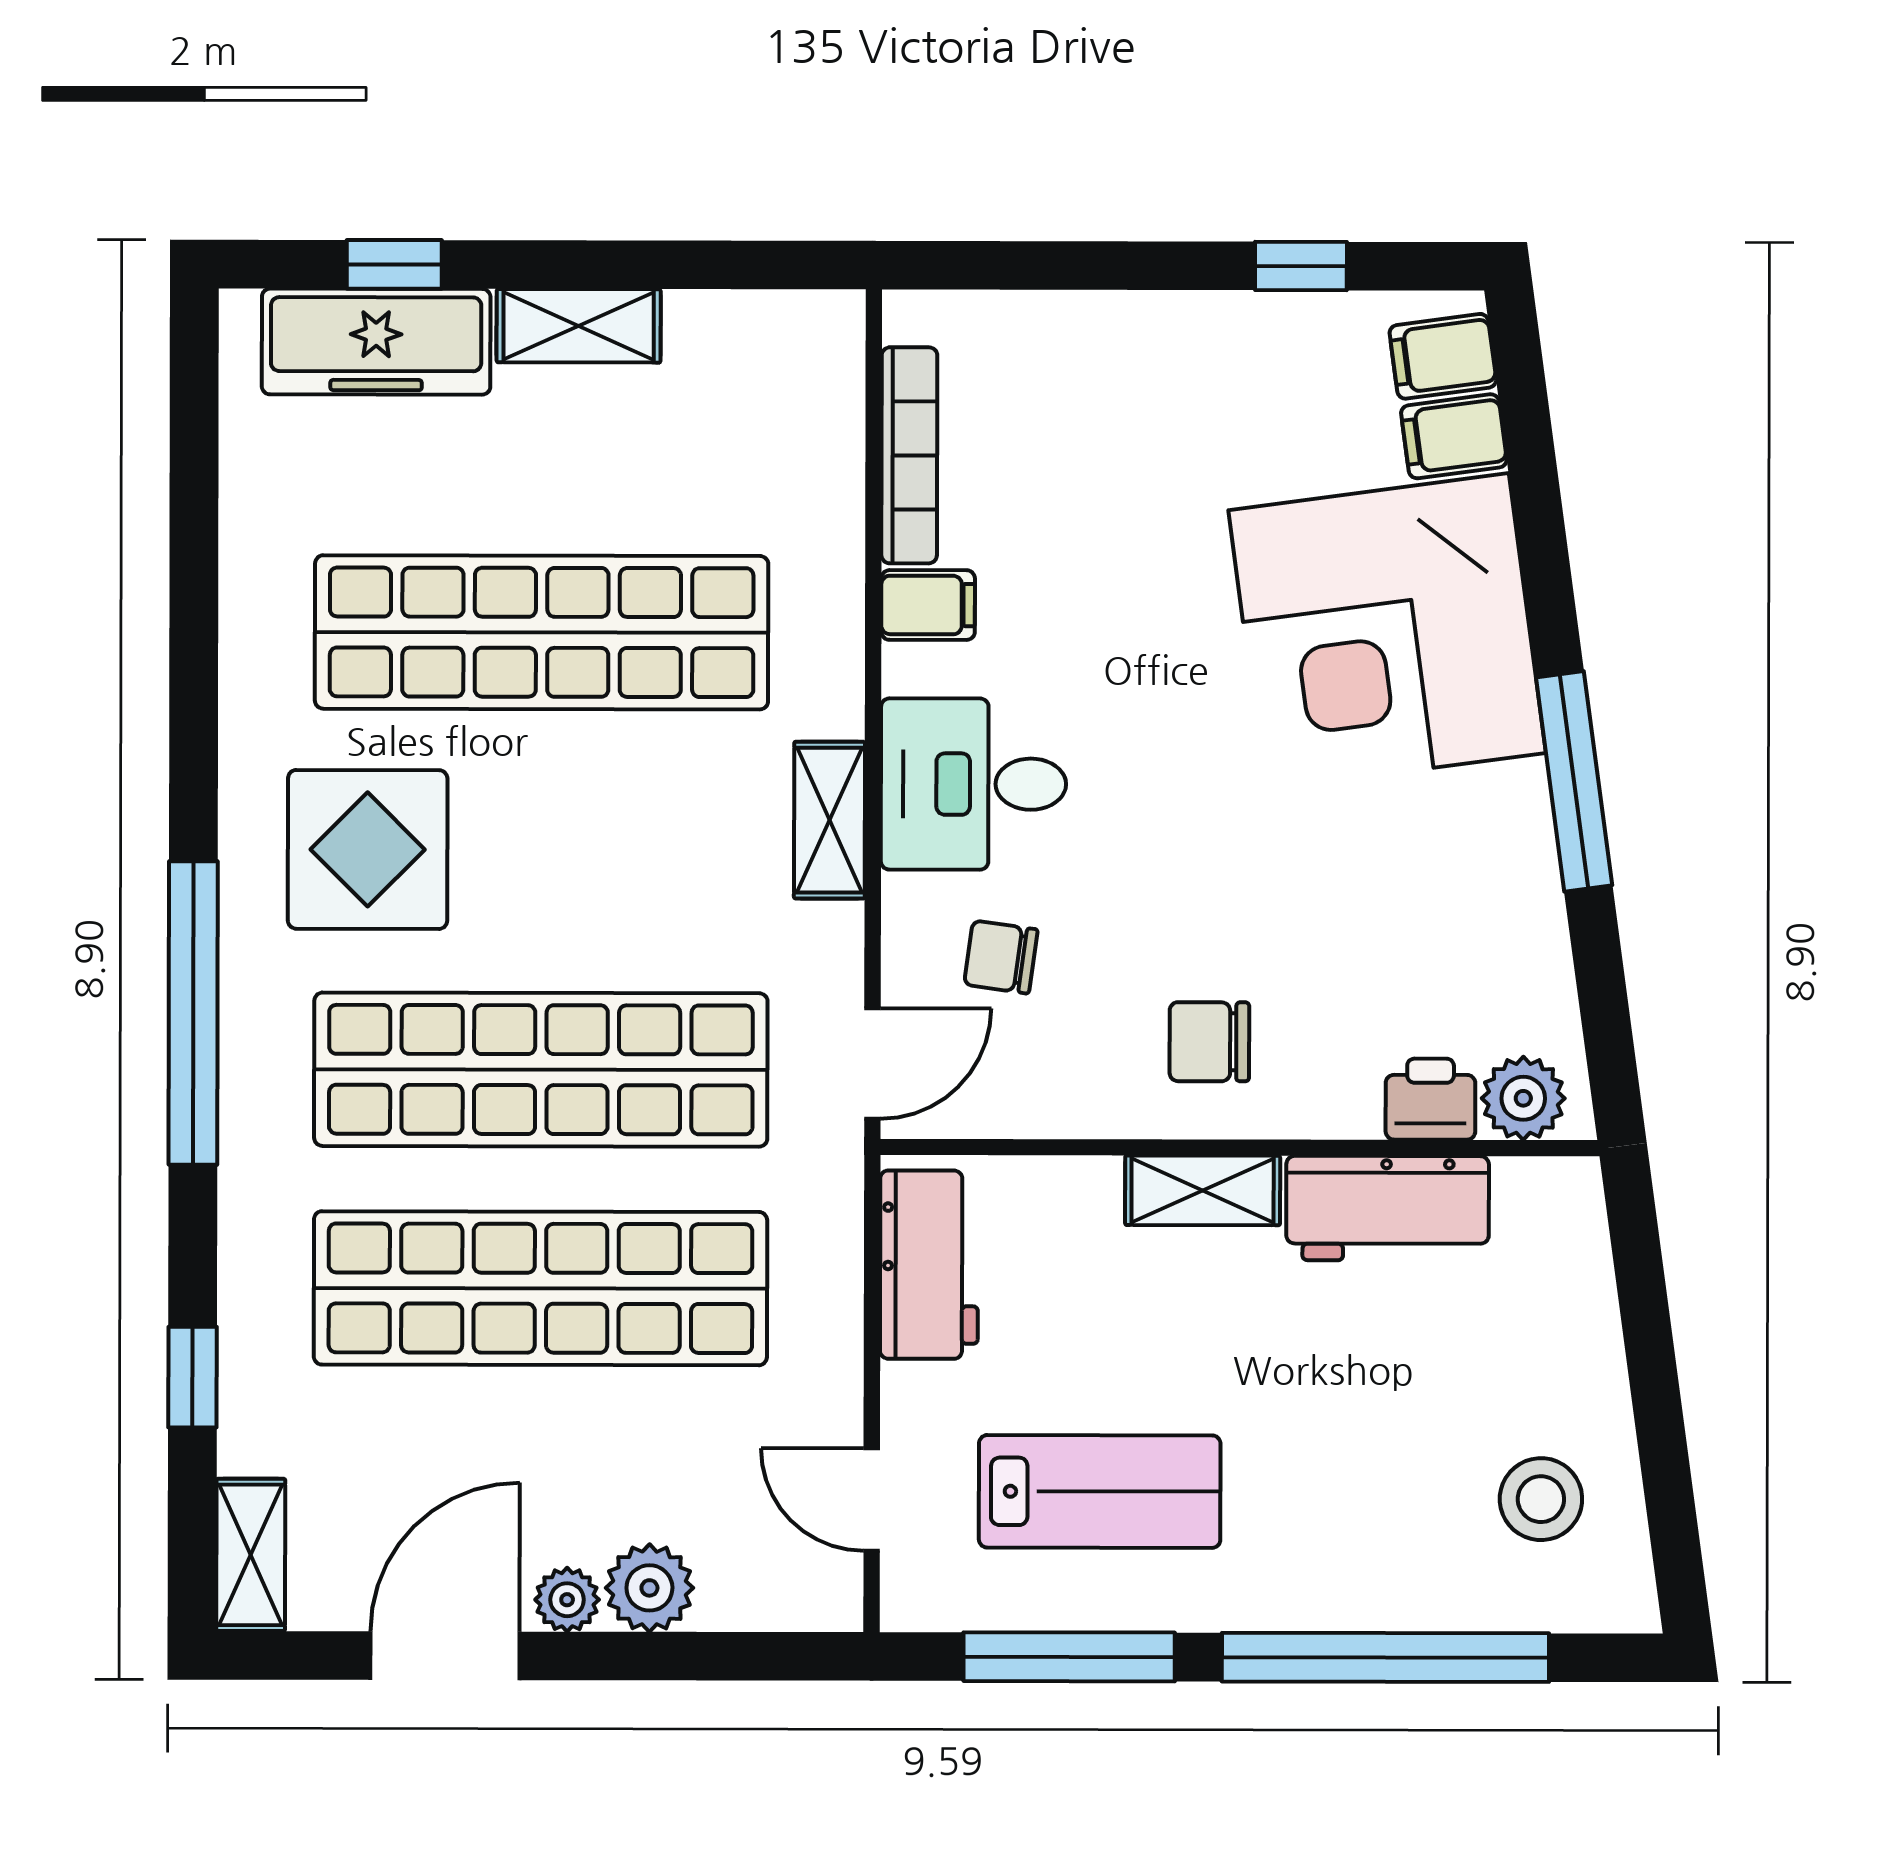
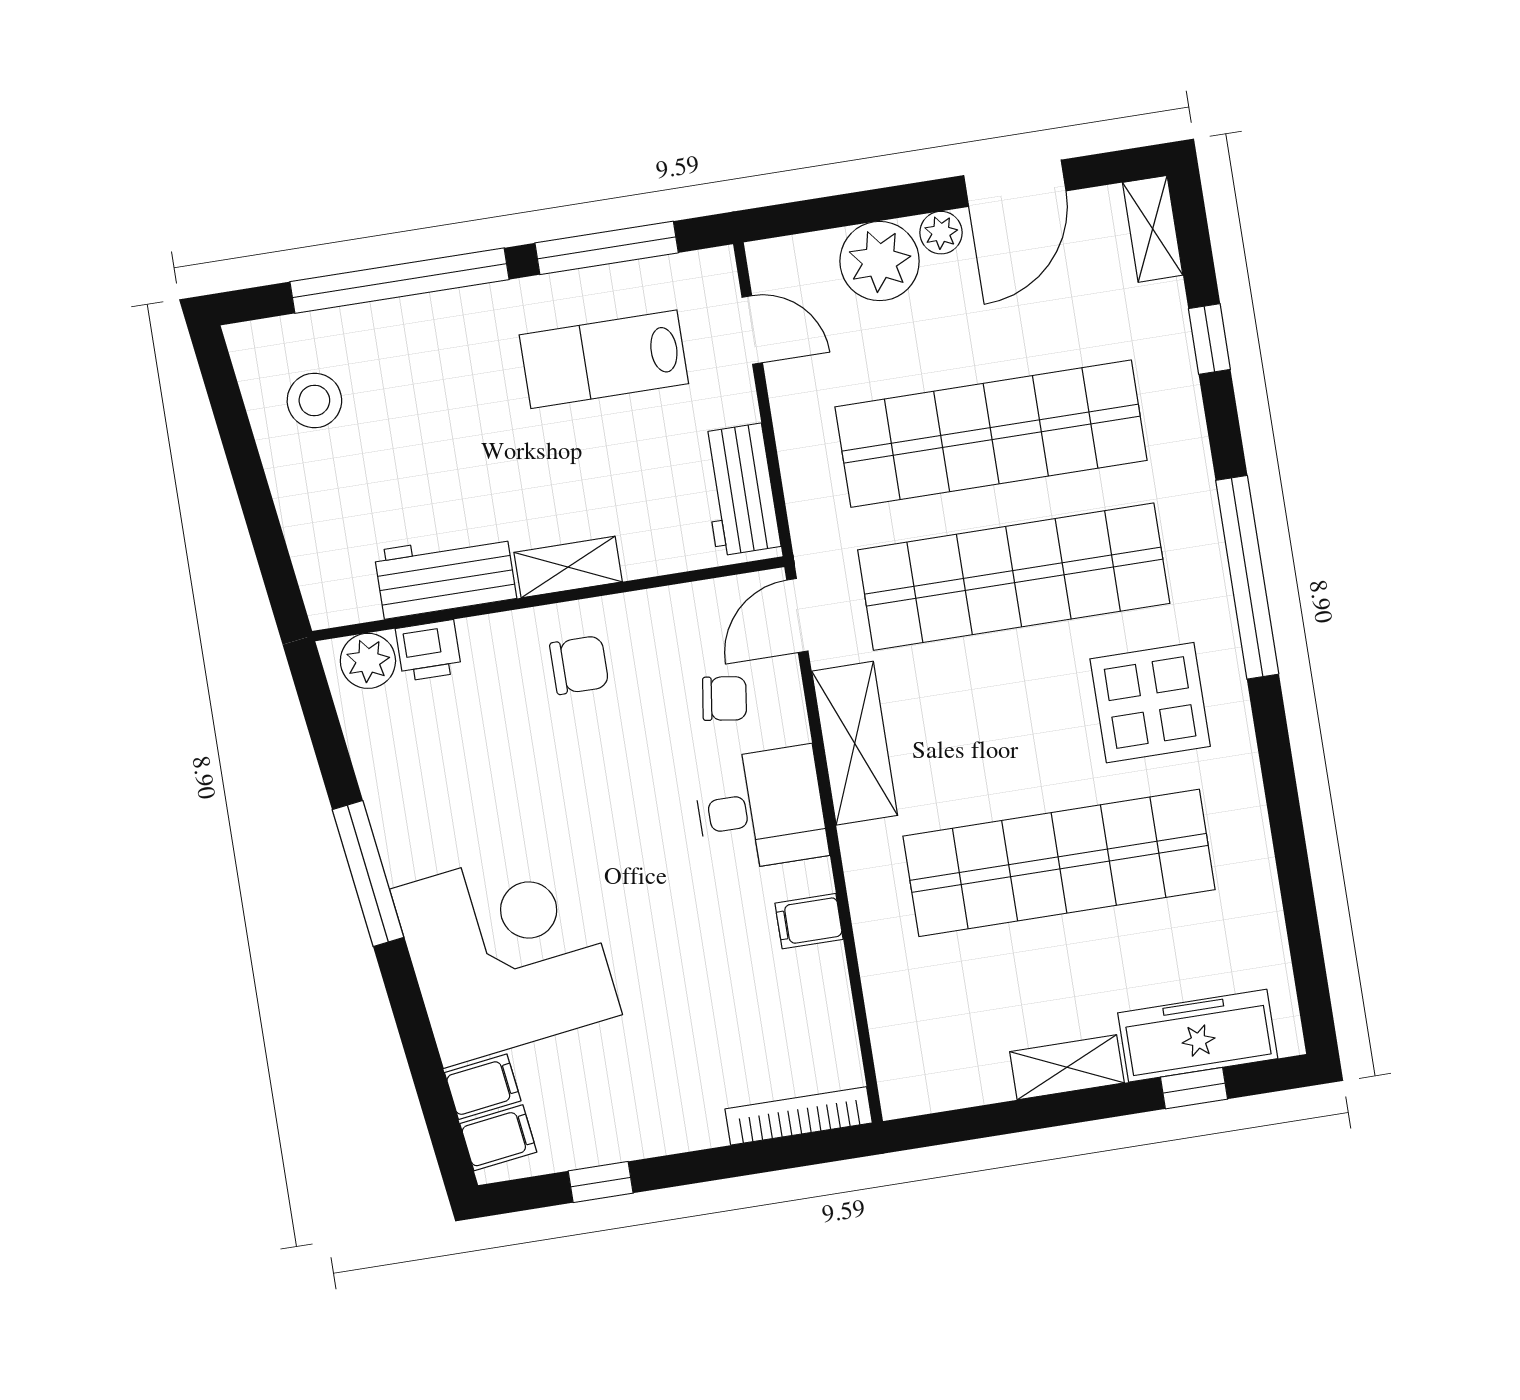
bookcase: (909, 455) -> (799, 1116), moved, turned 90
shelving: (829, 820) -> (855, 743), width x1.50, depth x1.33
plant: (649, 1588) -> (880, 261), width x1.36, depth x1.36

